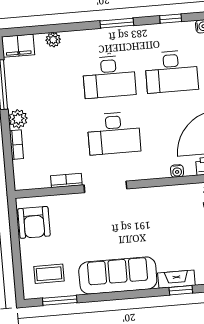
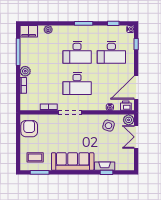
side table: (177, 205) -> (109, 126), added
armchair: (34, 222) -> (29, 129), turned 180

